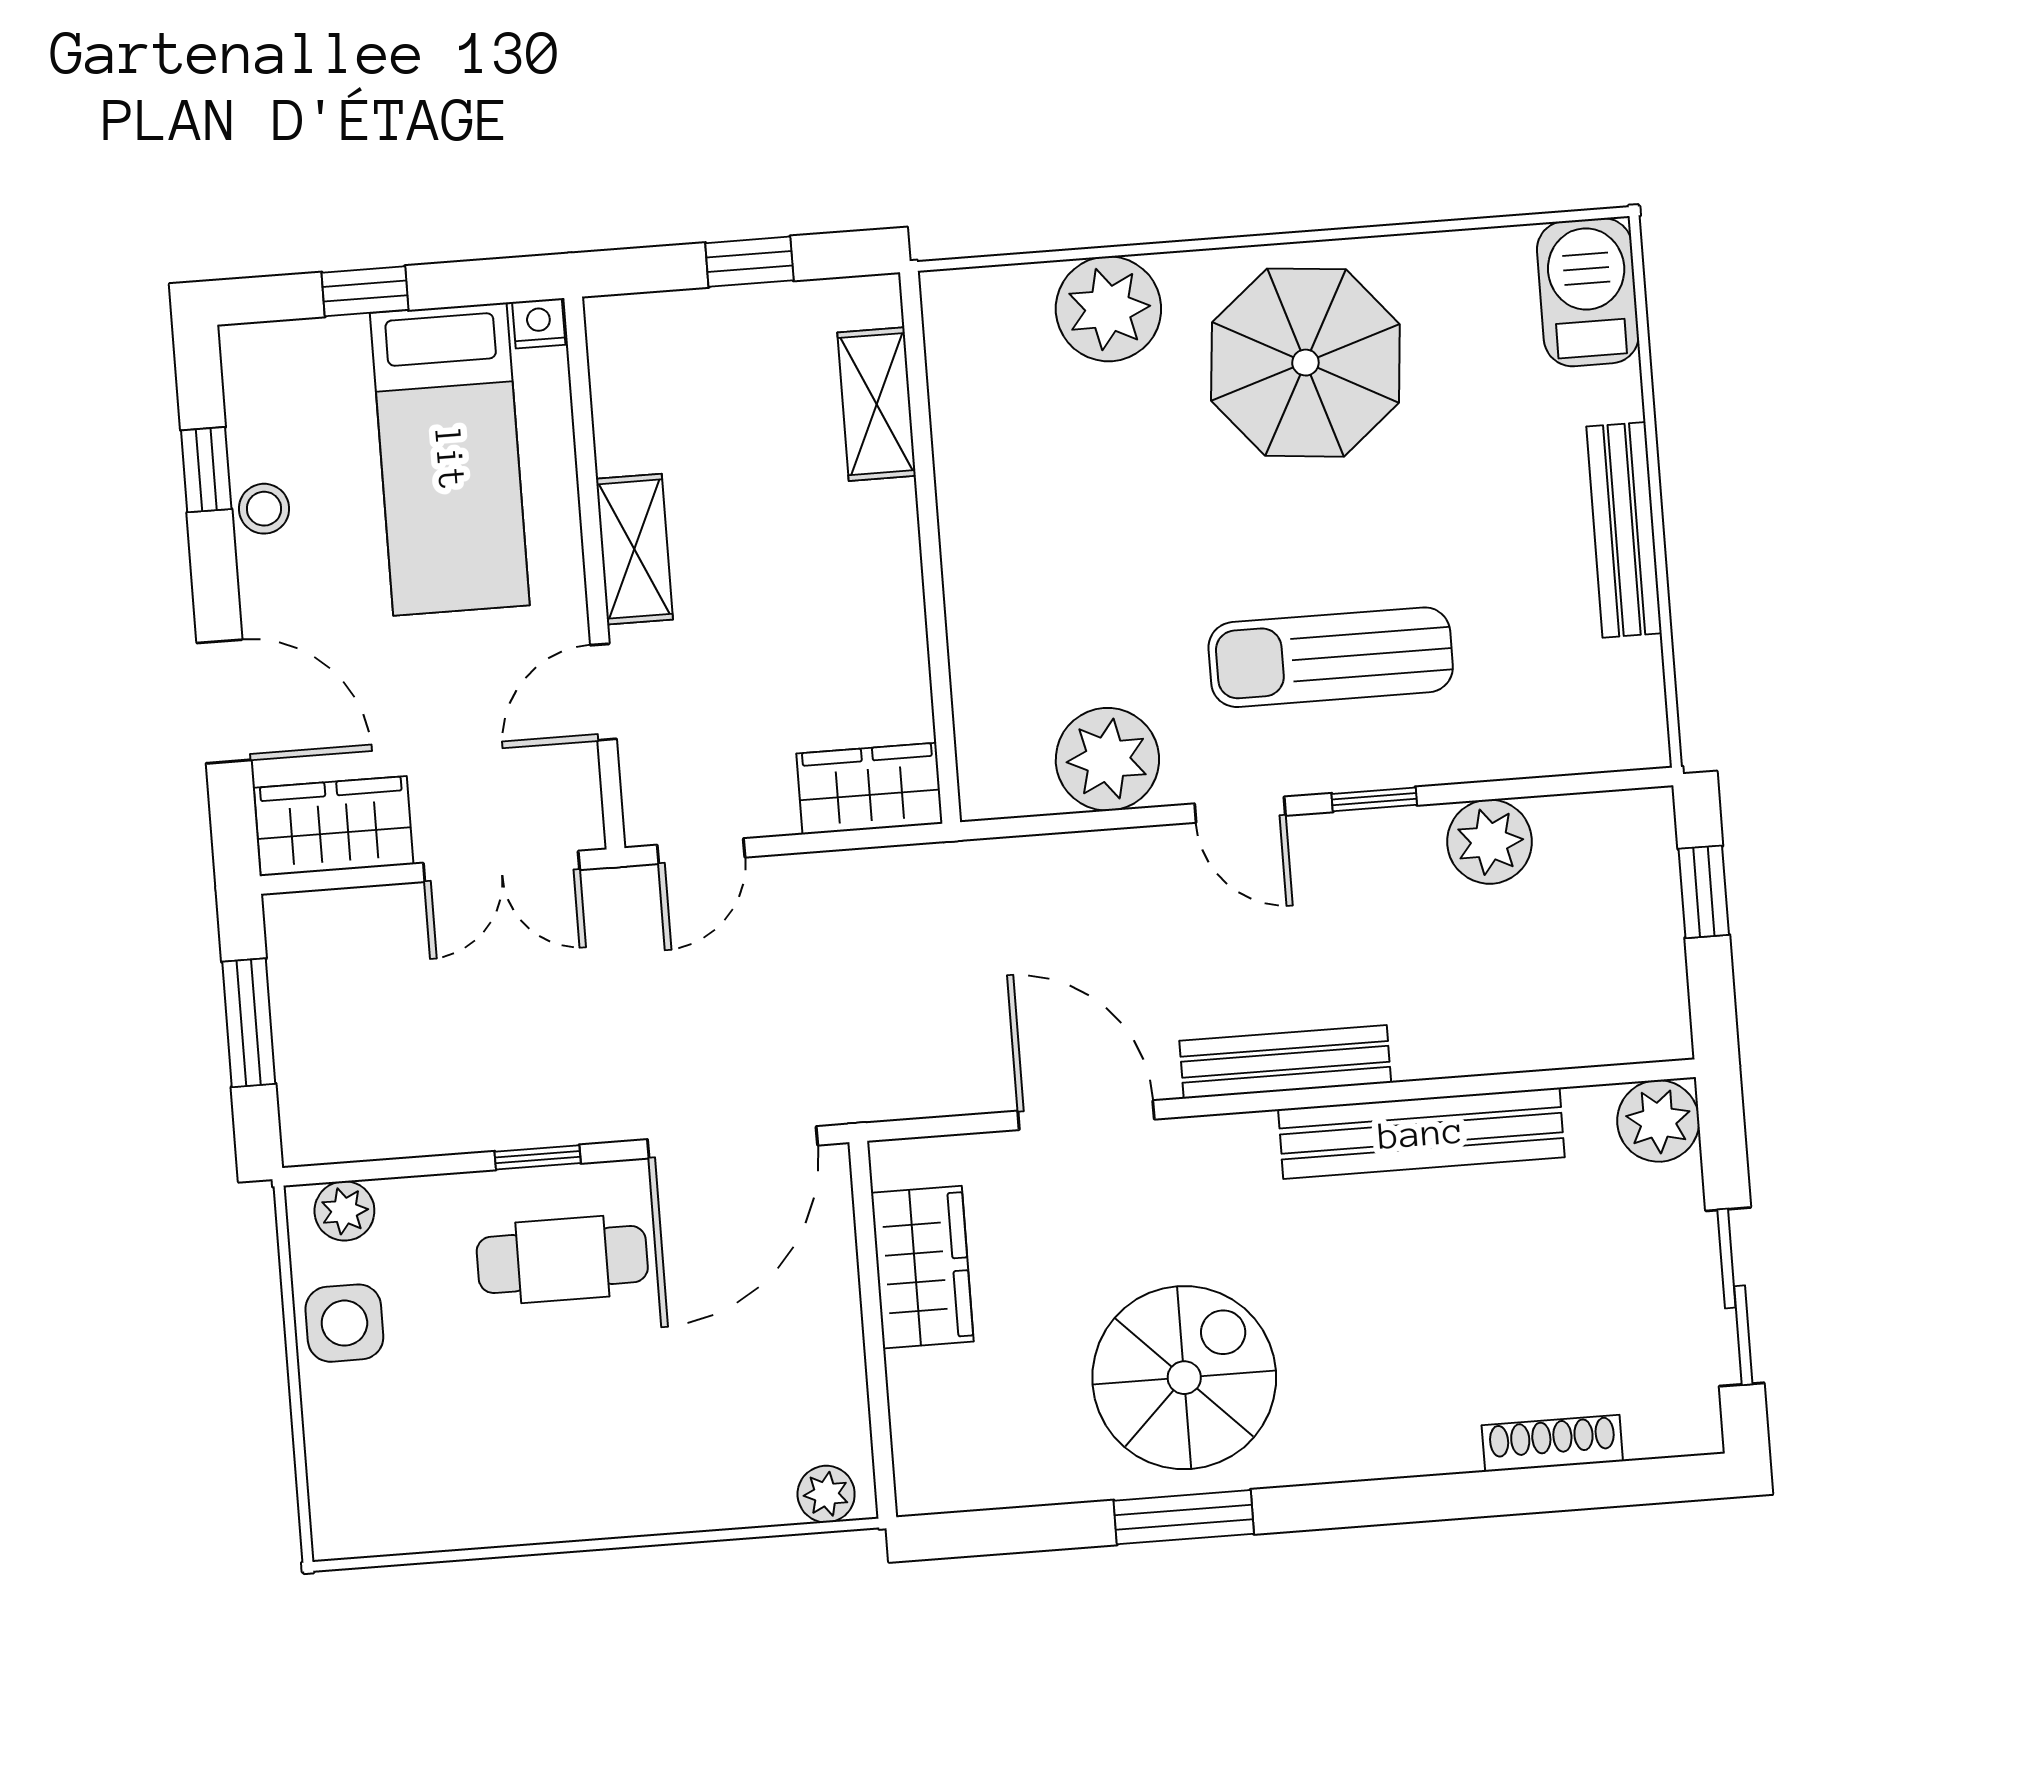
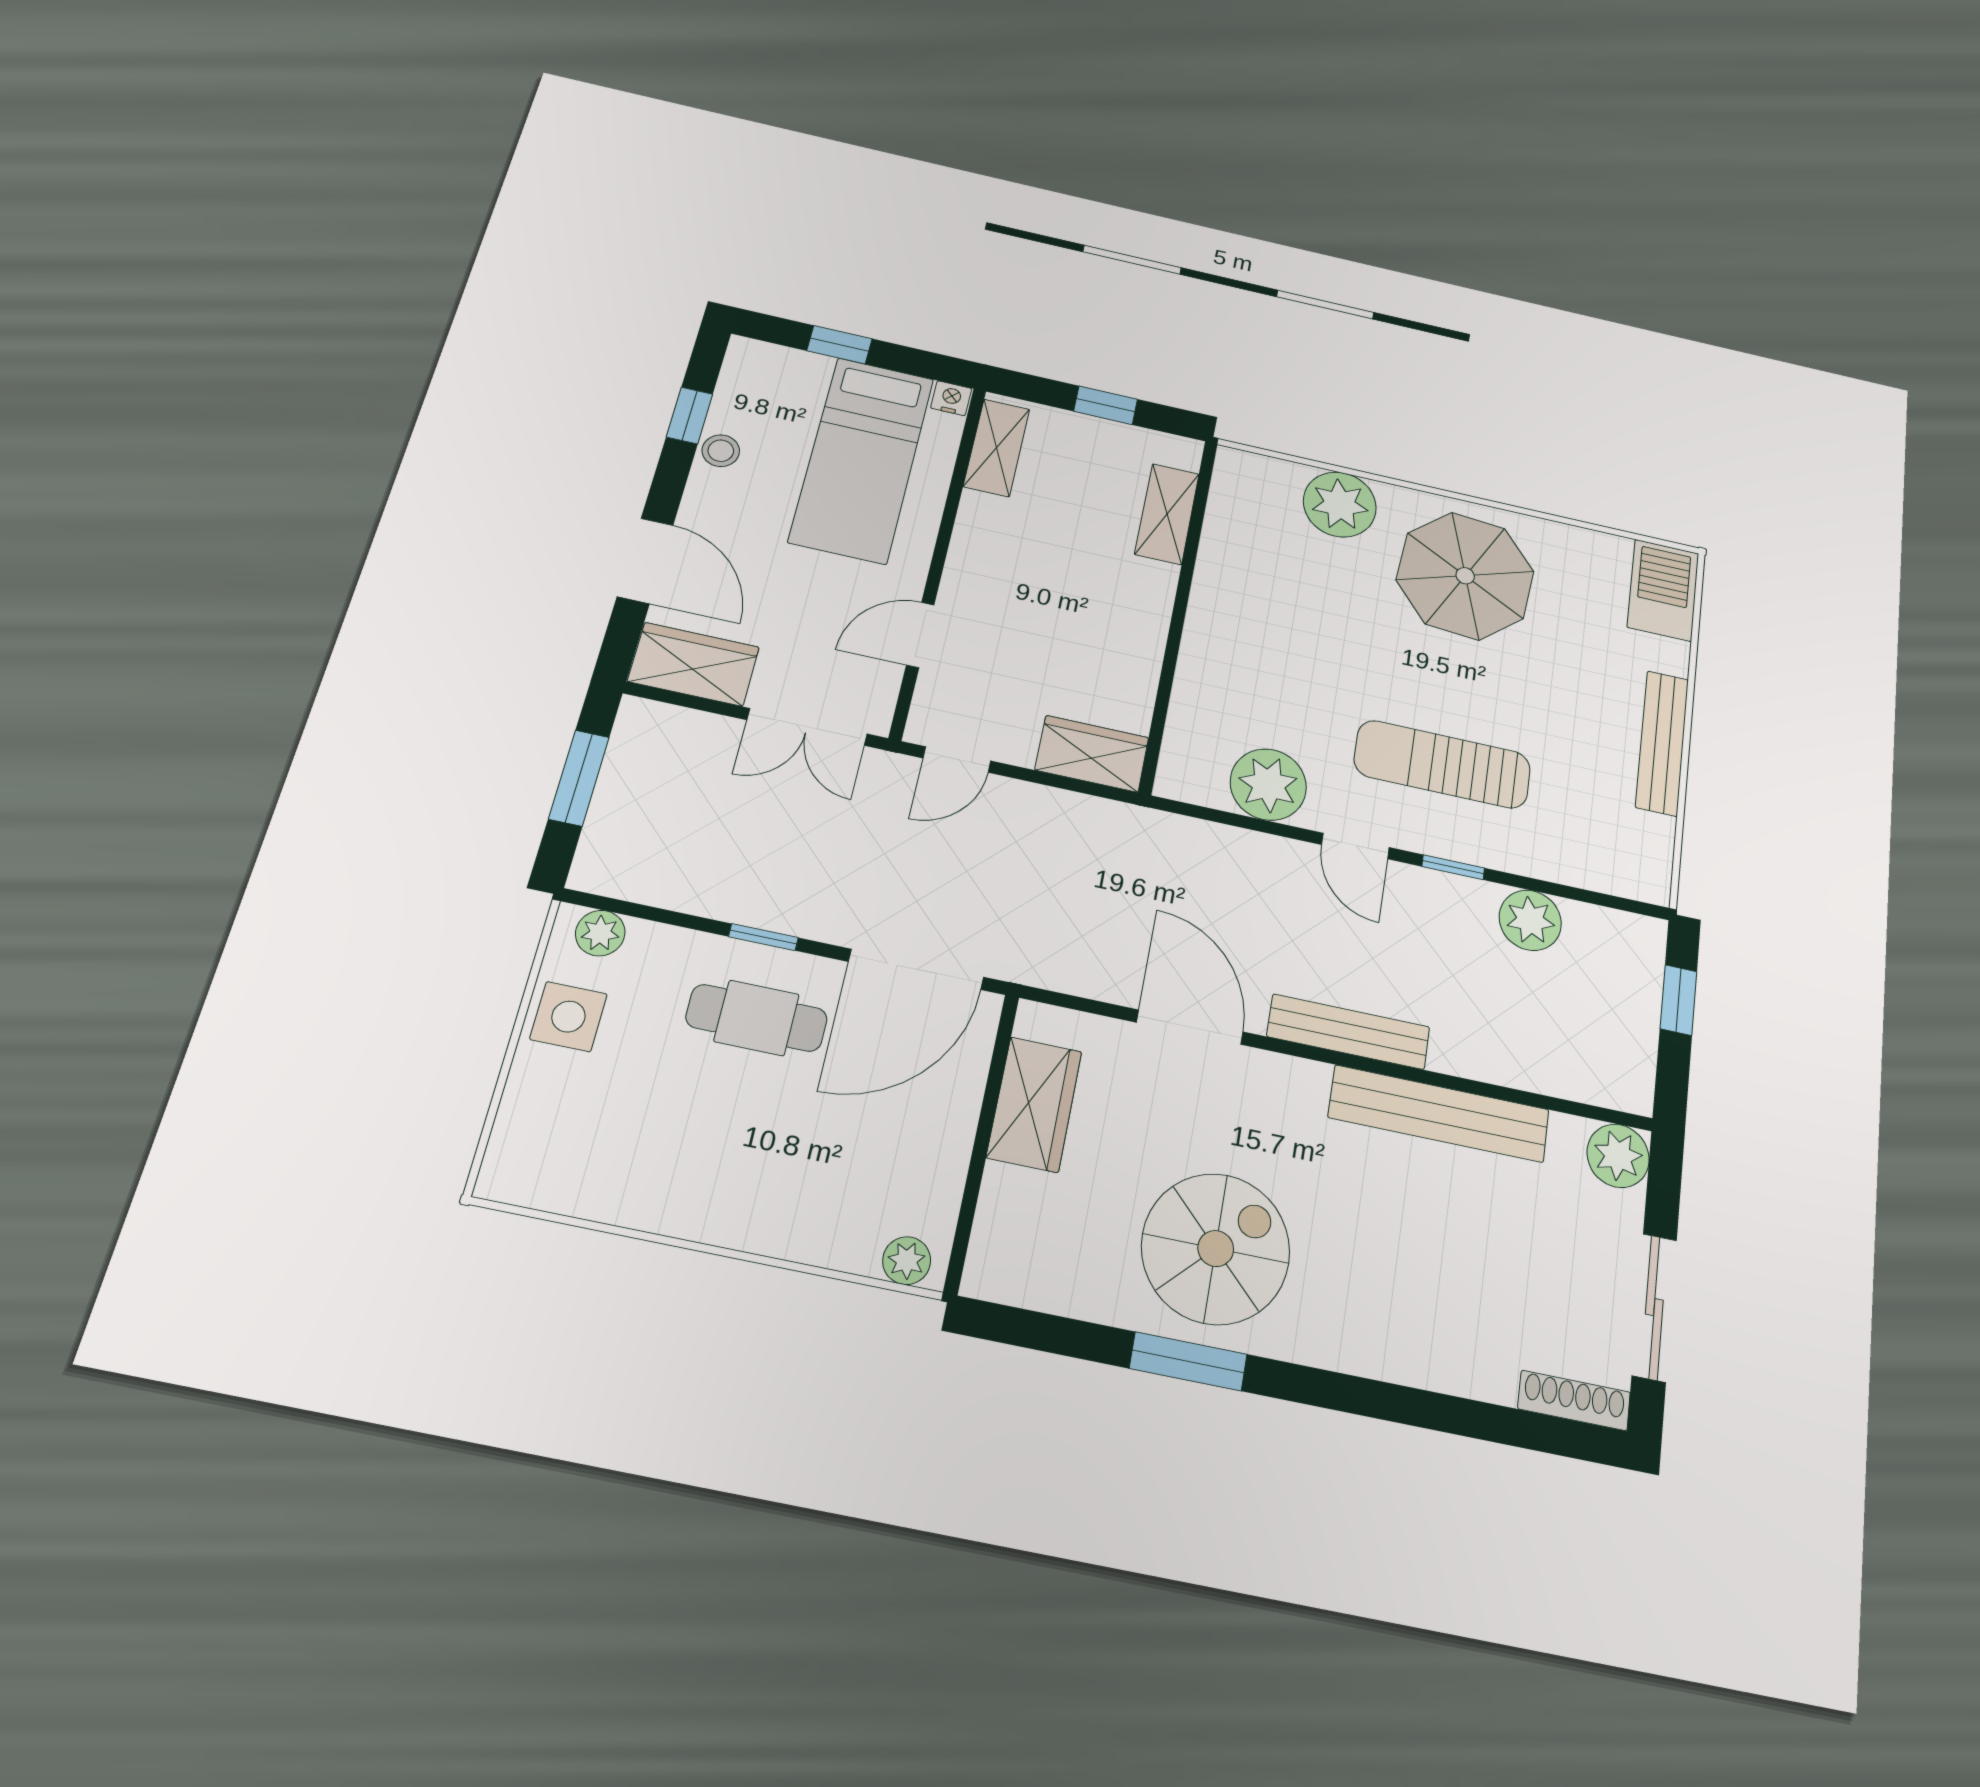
shelving: (634, 549) -> (997, 448), moved
shoe rack: (1552, 1443) -> (1574, 1400), moved

